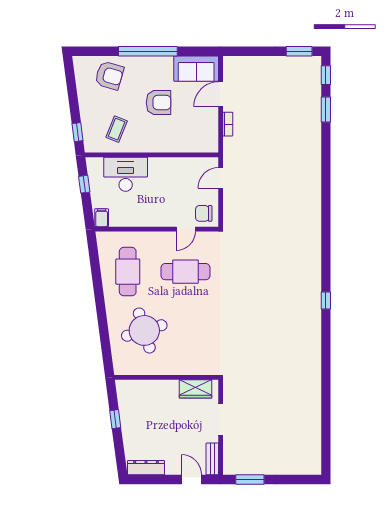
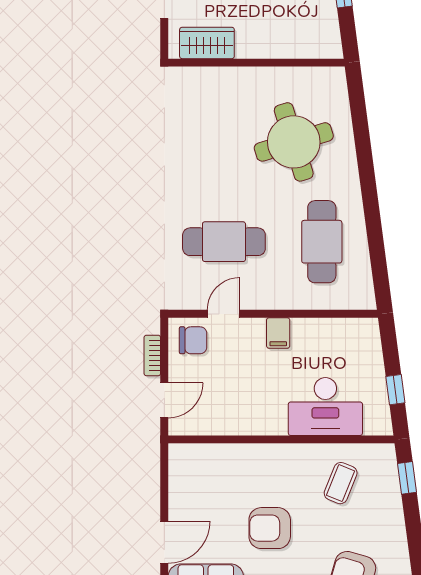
bookcase: (228, 124) -> (152, 355), moved
filing cabinet: (102, 218) -> (278, 333), moved

